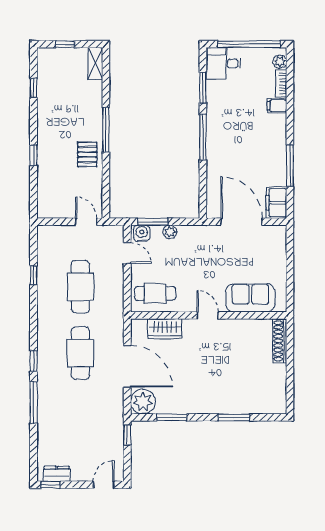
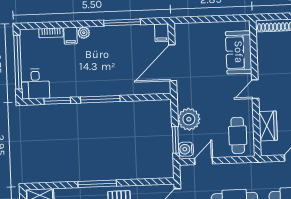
plant: (280, 62) -> (84, 33), moved
filing cabinet: (276, 203) -> (162, 33), width x0.50
plant: (170, 232) -> (189, 119), width x1.87, depth x1.87

